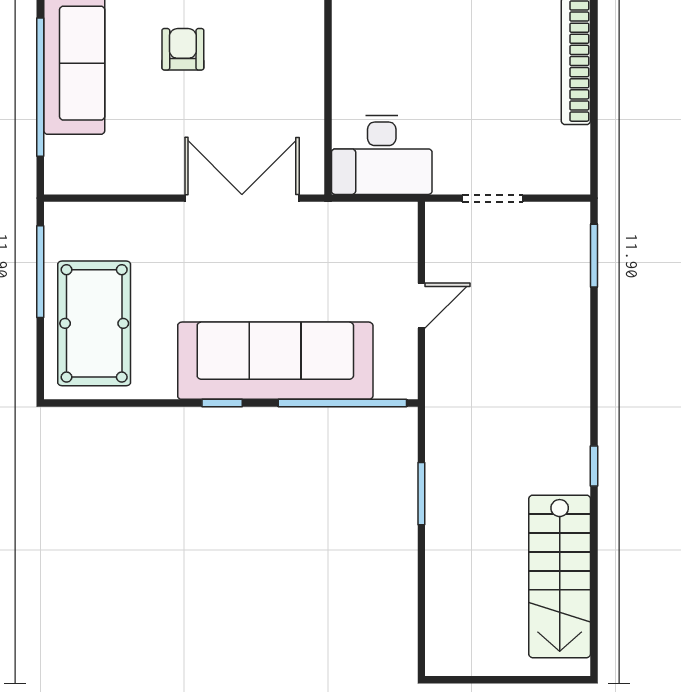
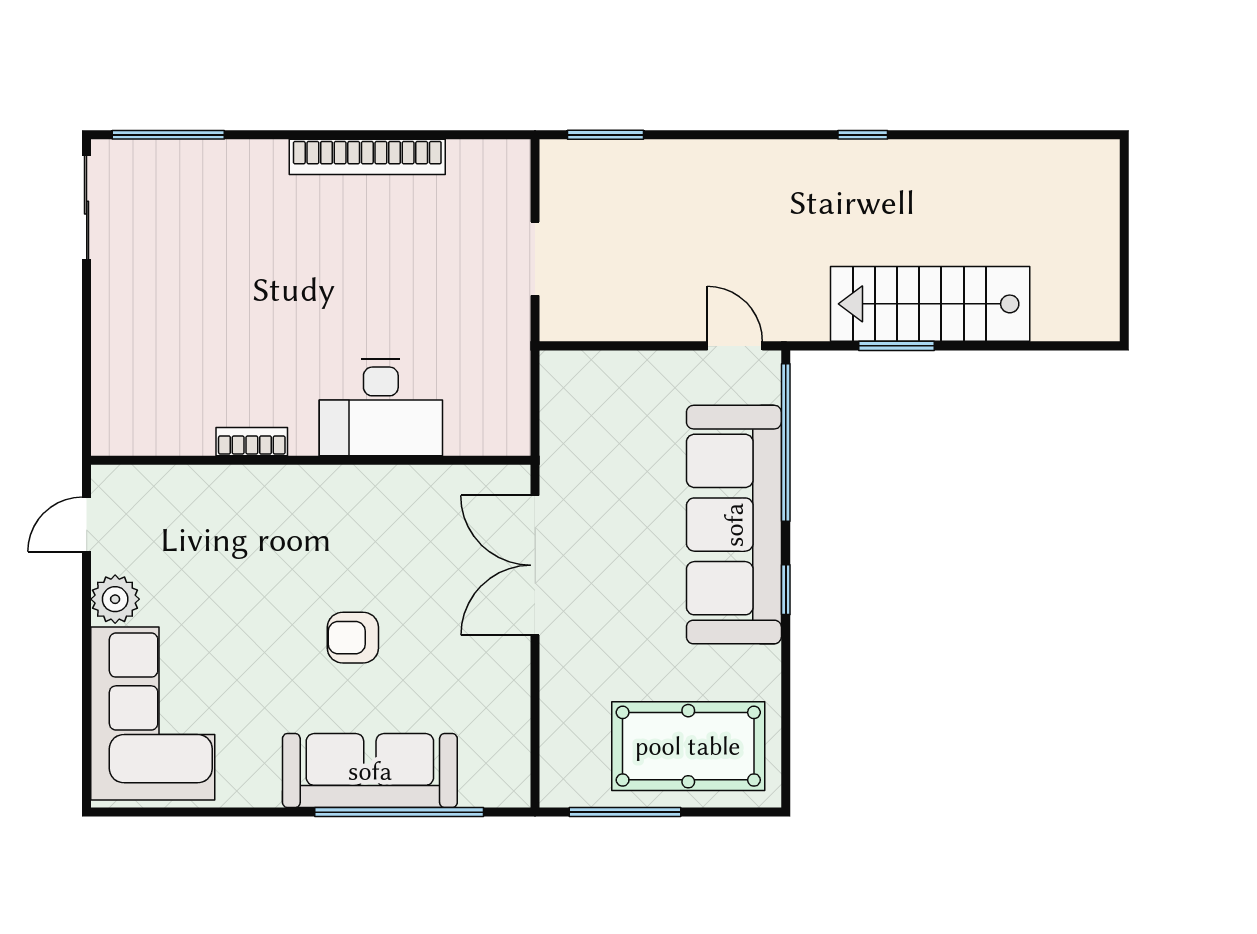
desk: (382, 155) -> (381, 408), moved, turned 90
door: (421, 306) -> (735, 346), moved
stairs: (560, 576) -> (930, 304), moved, turned 180

